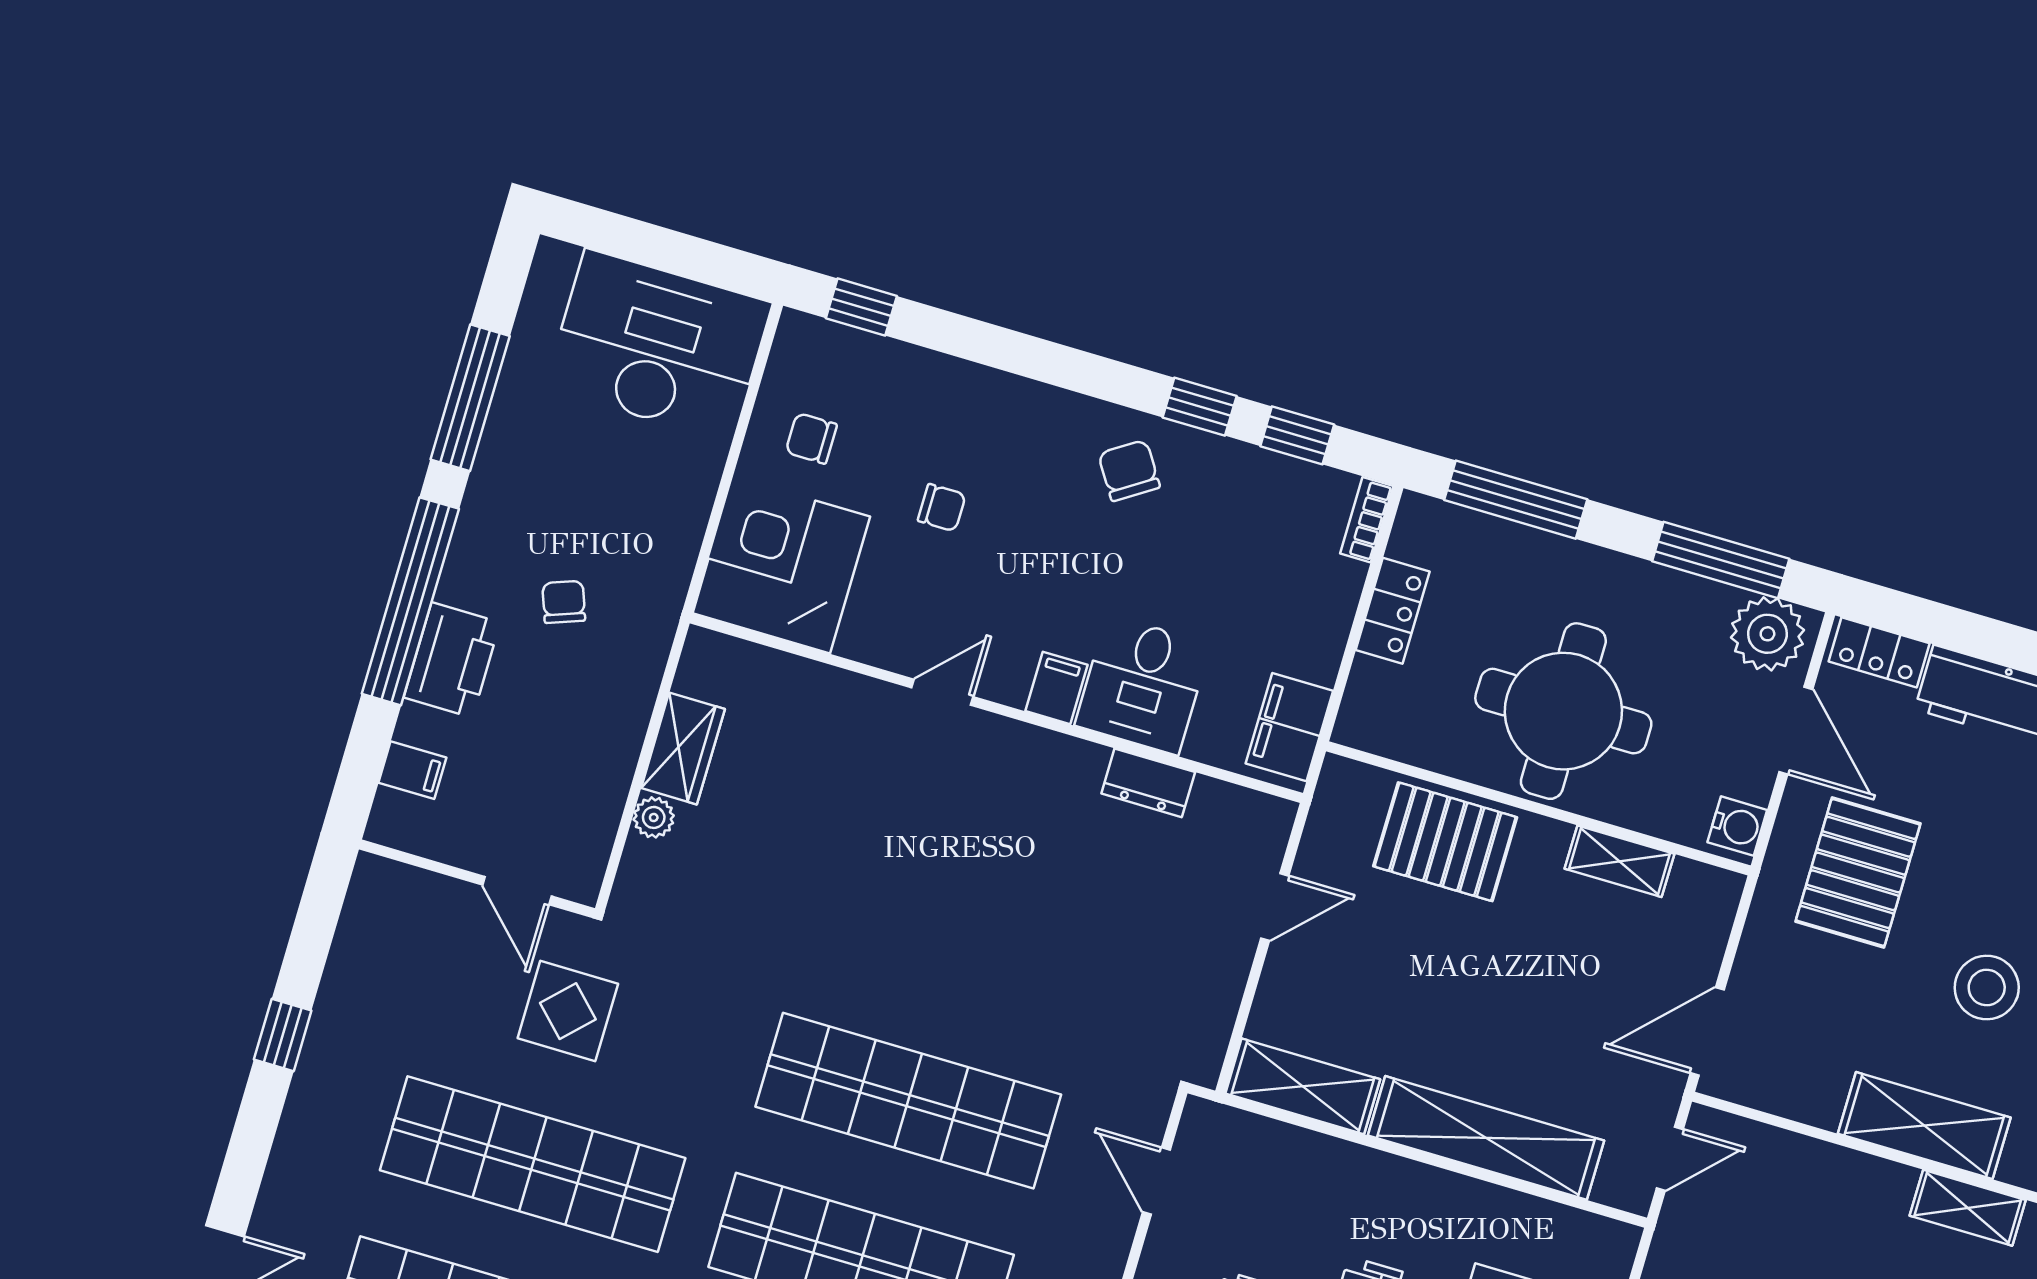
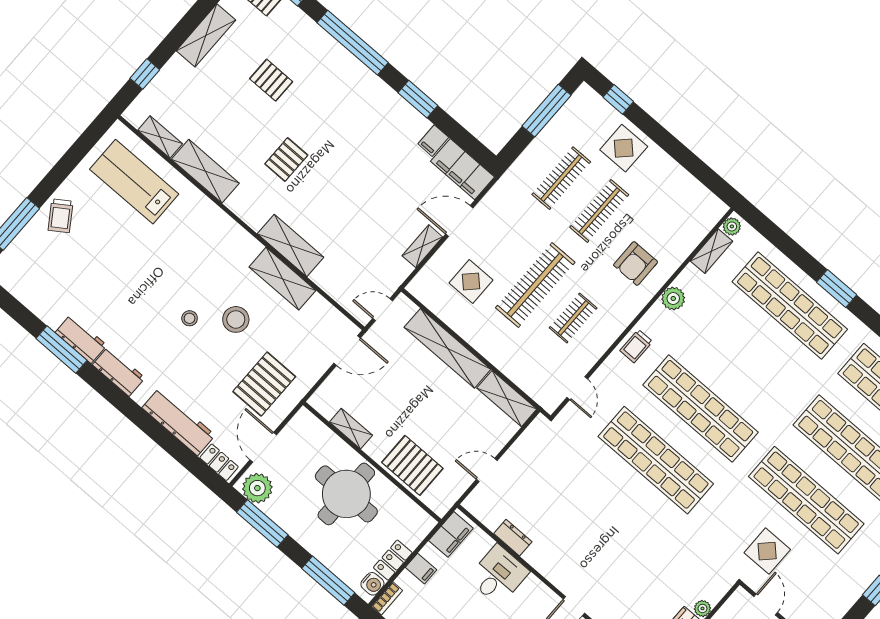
filing cabinet: (1056, 688) -> (421, 569), moved, turned -90
water cooler: (1737, 826) -> (372, 584), moved, turned 180
shelving: (1968, 1208) -> (291, 245), width x1.50, depth x1.33

